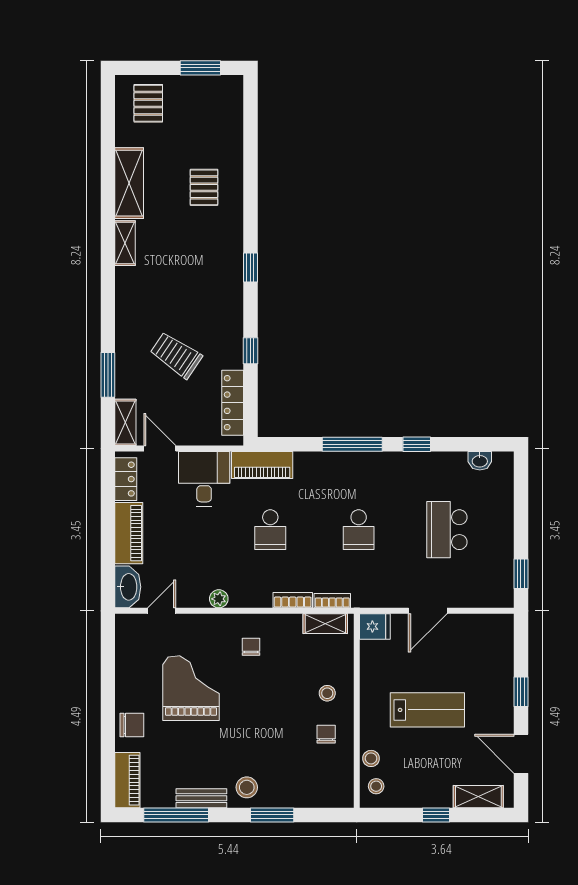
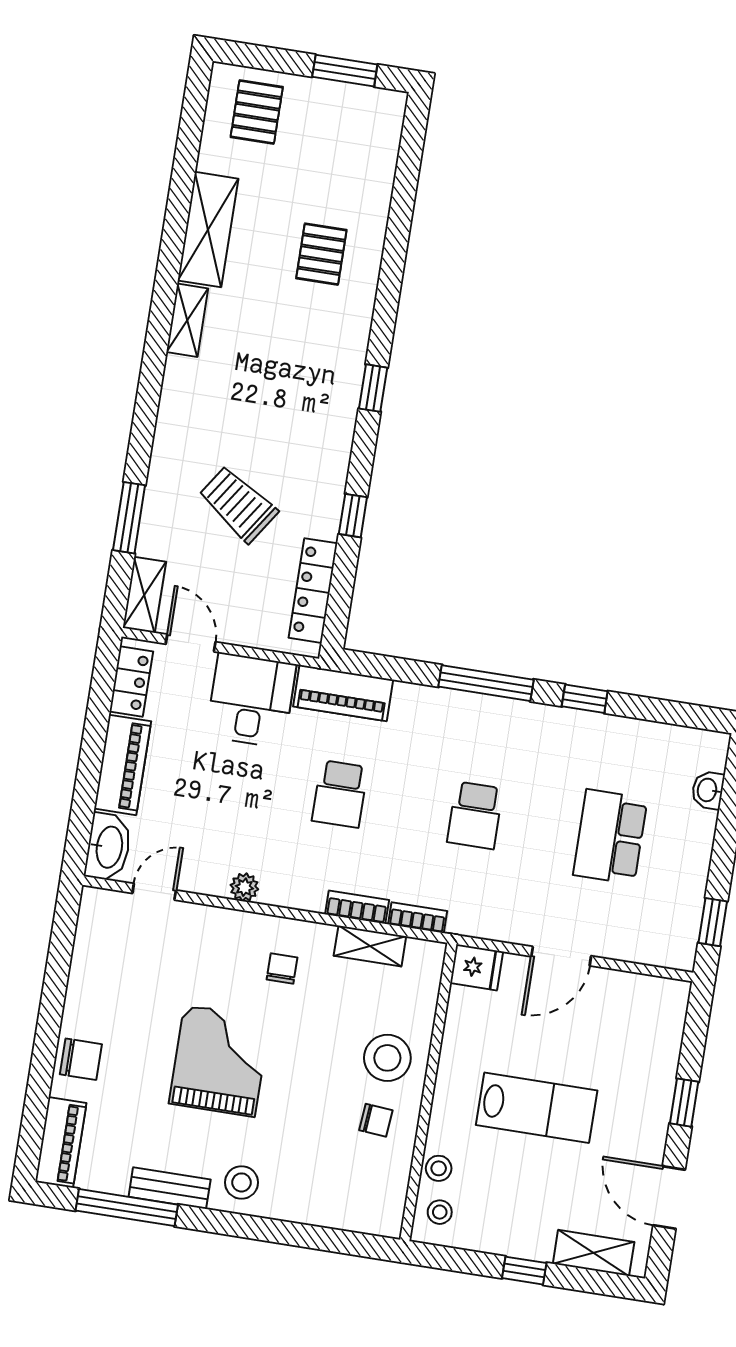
washbasin: (480, 461) -> (708, 790), moved, turned 90
shelving: (325, 624) -> (370, 946), moved
grand piano: (191, 688) -> (220, 1061), moved
stool: (327, 693) -> (387, 1058), width x1.89, depth x1.89
chair: (326, 734) -> (376, 1120), turned 95
window: (272, 815) -> (274, 1231), removed

